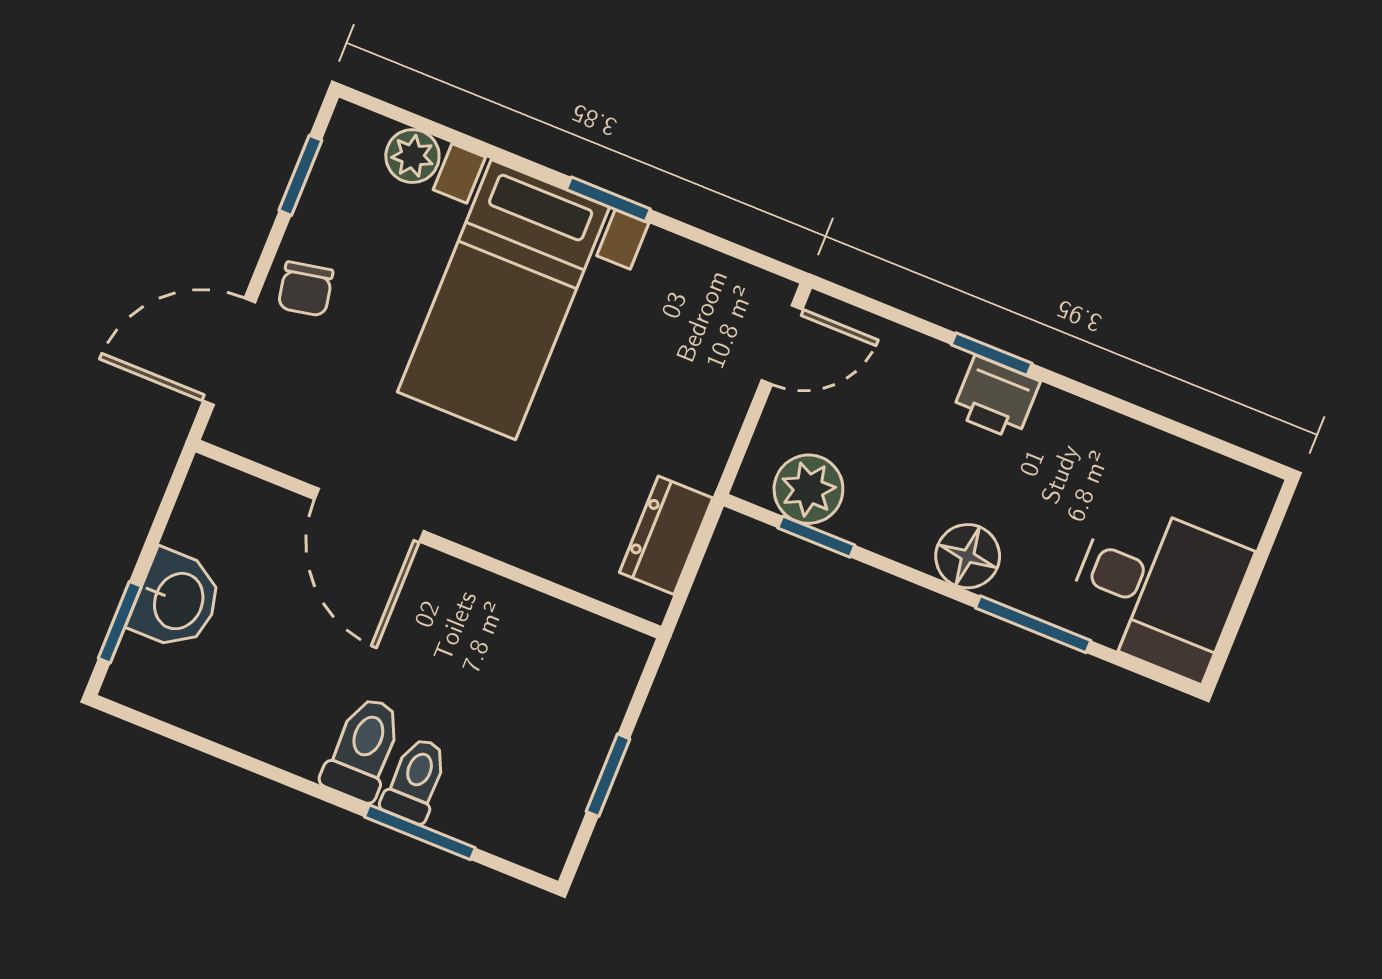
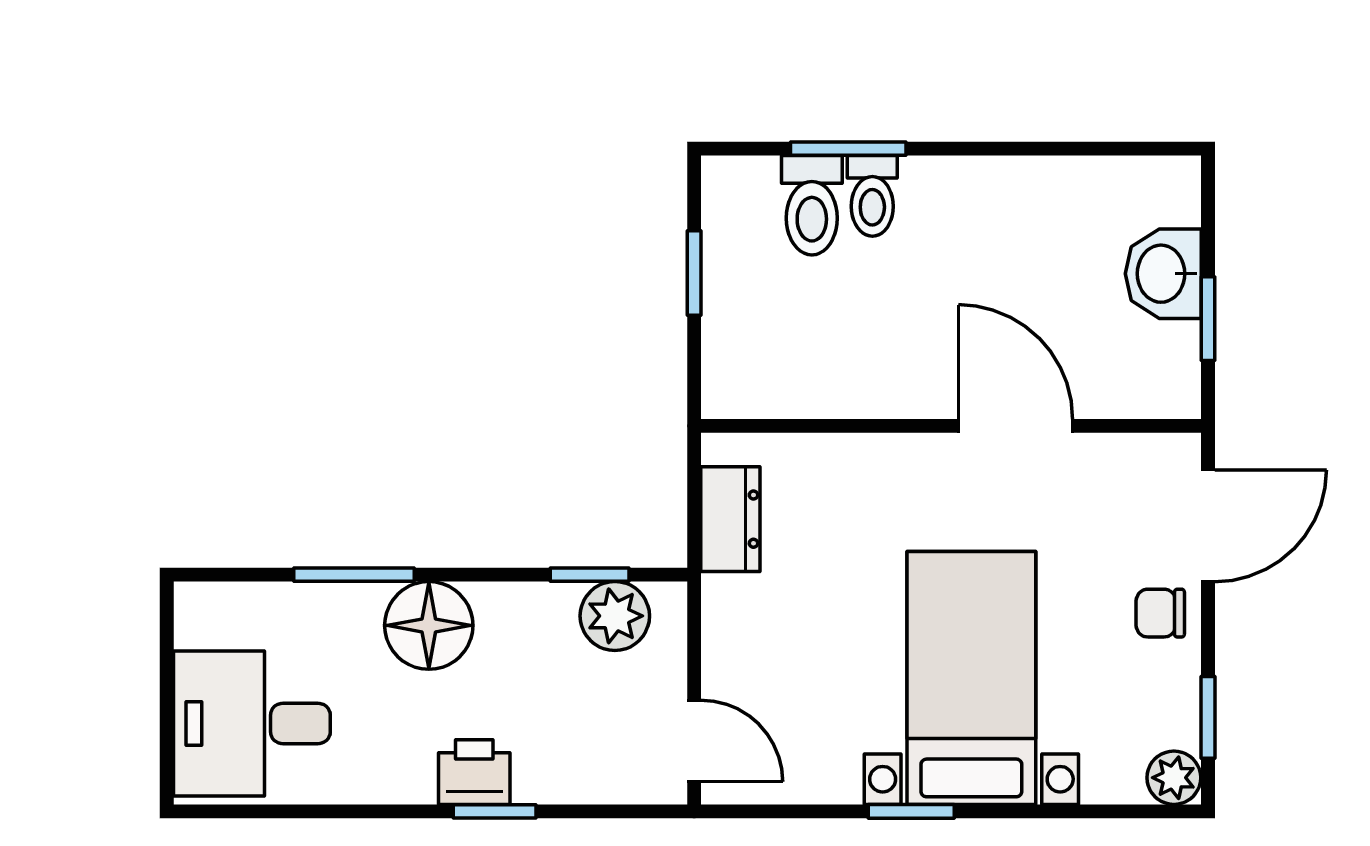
plant: (412, 156) -> (1174, 778), moved
chair: (306, 289) -> (1160, 613), turned -79
door: (782, 345) -> (694, 741), swing flipped
floor lamp: (968, 556) -> (429, 625), width x1.38, depth x1.38
desk: (1157, 589) -> (252, 723), moved
window: (120, 622) -> (1208, 319), moved
toilet: (363, 749) -> (812, 205), moved

